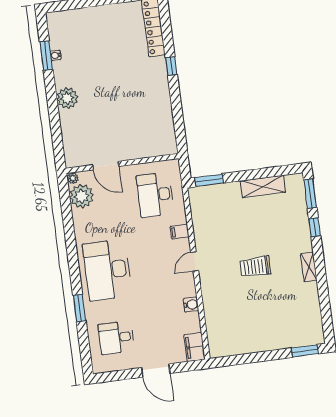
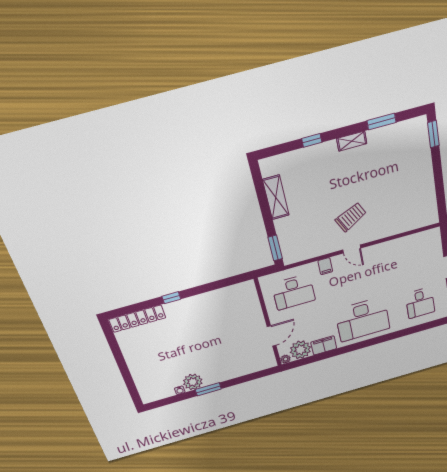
window: (46, 55) -> (208, 389), moved
plant: (67, 98) -> (193, 382), moved
window: (310, 194) -> (381, 122), moved
trolley: (255, 267) -> (351, 217), moved, turned -117
water cooler: (191, 305) -> (391, 246), removed
window: (79, 308) -> (395, 335), removed
filing cabinet: (194, 347) -> (324, 345), moved, turned 180

